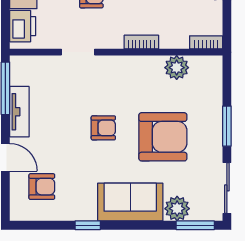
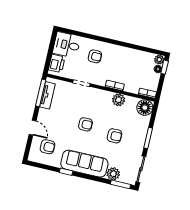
plant: (177, 68) -> (119, 100), moved
floor lamp: (207, 71) -> (145, 108), added
tv unit: (19, 112) -> (48, 95), moved
armchair: (163, 137) -> (115, 136), width x0.53, depth x0.53
sofa: (130, 202) -> (84, 164), width x1.36

